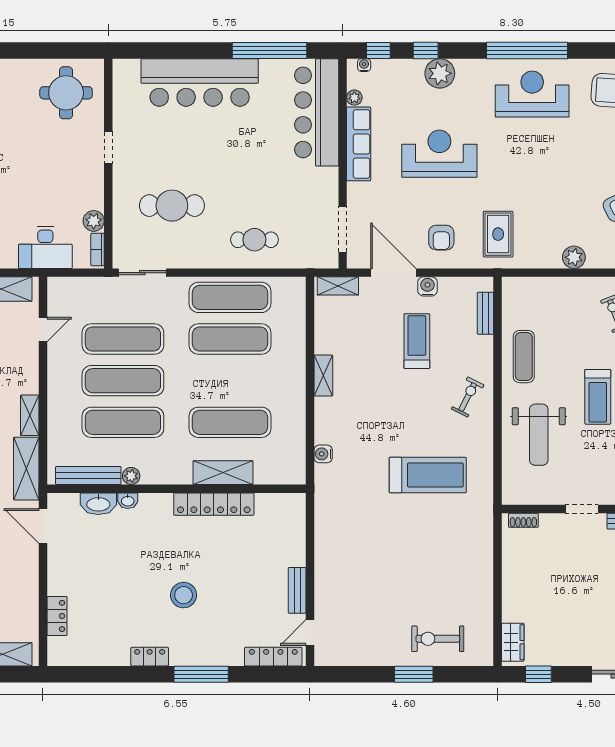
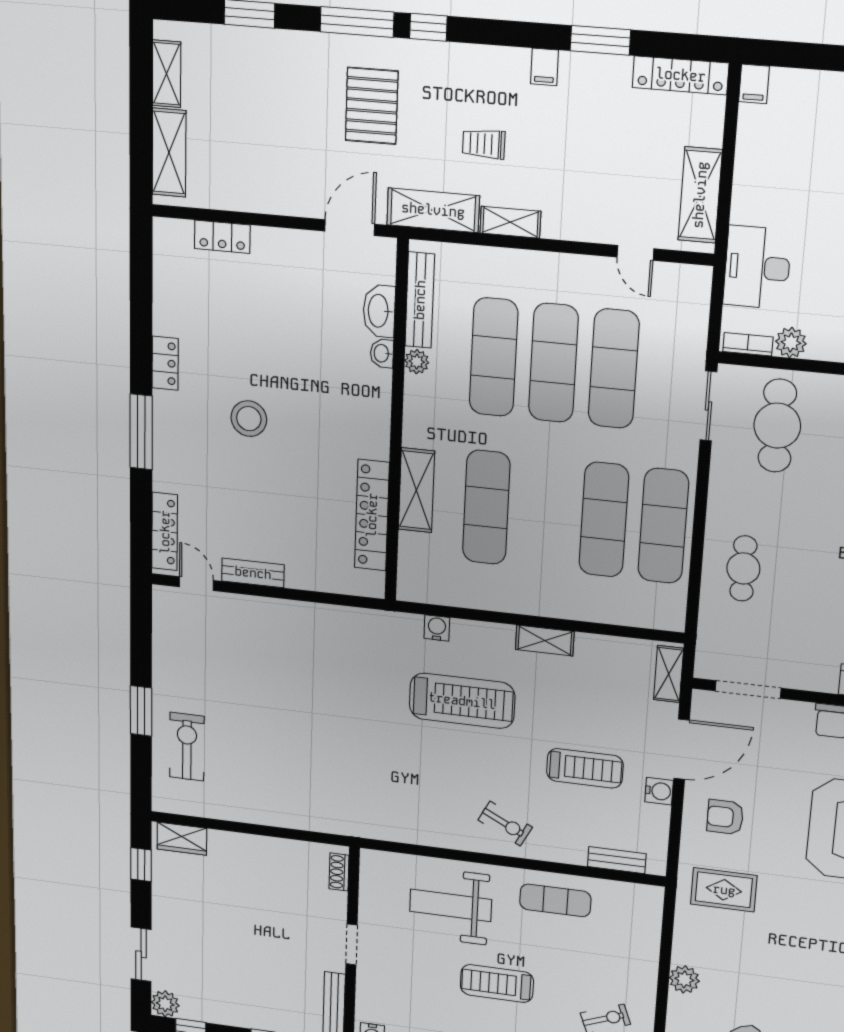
cafe table: (172, 206) -> (777, 426), moved
treadmill: (428, 475) -> (462, 701), moved, turned -90
locker: (214, 504) -> (372, 515), moved

